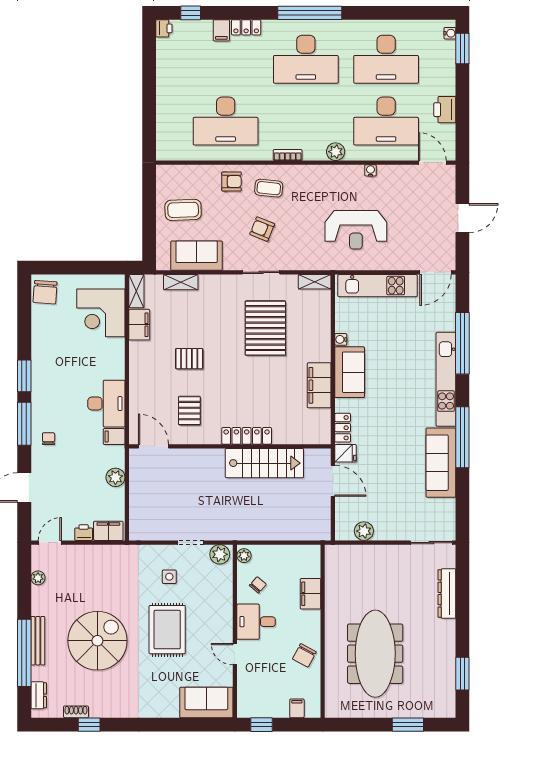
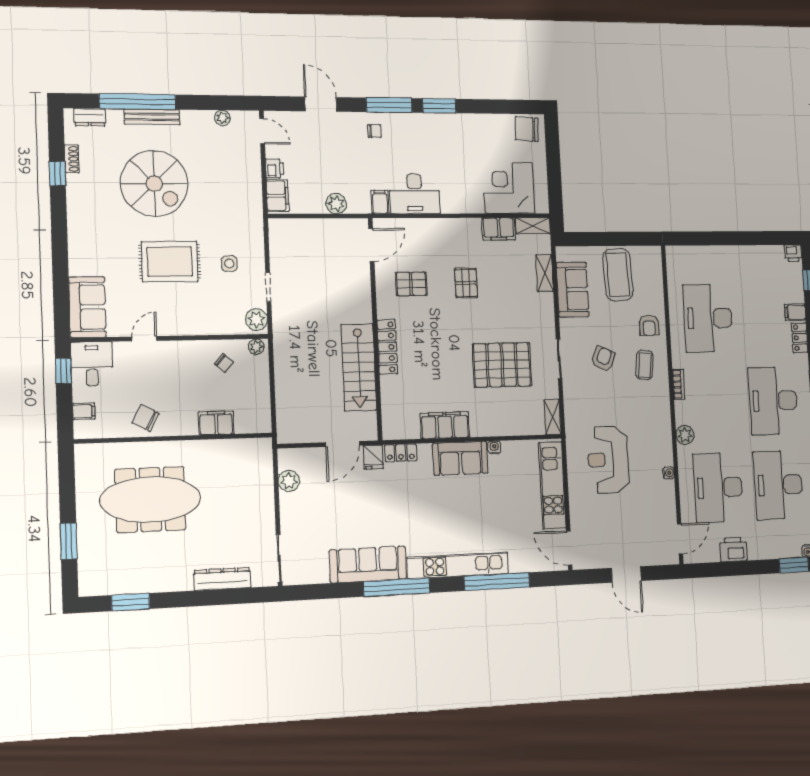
coffee table: (183, 210) -> (618, 275), width x1.36, depth x1.32
desk: (256, 622) -> (92, 364), moved

